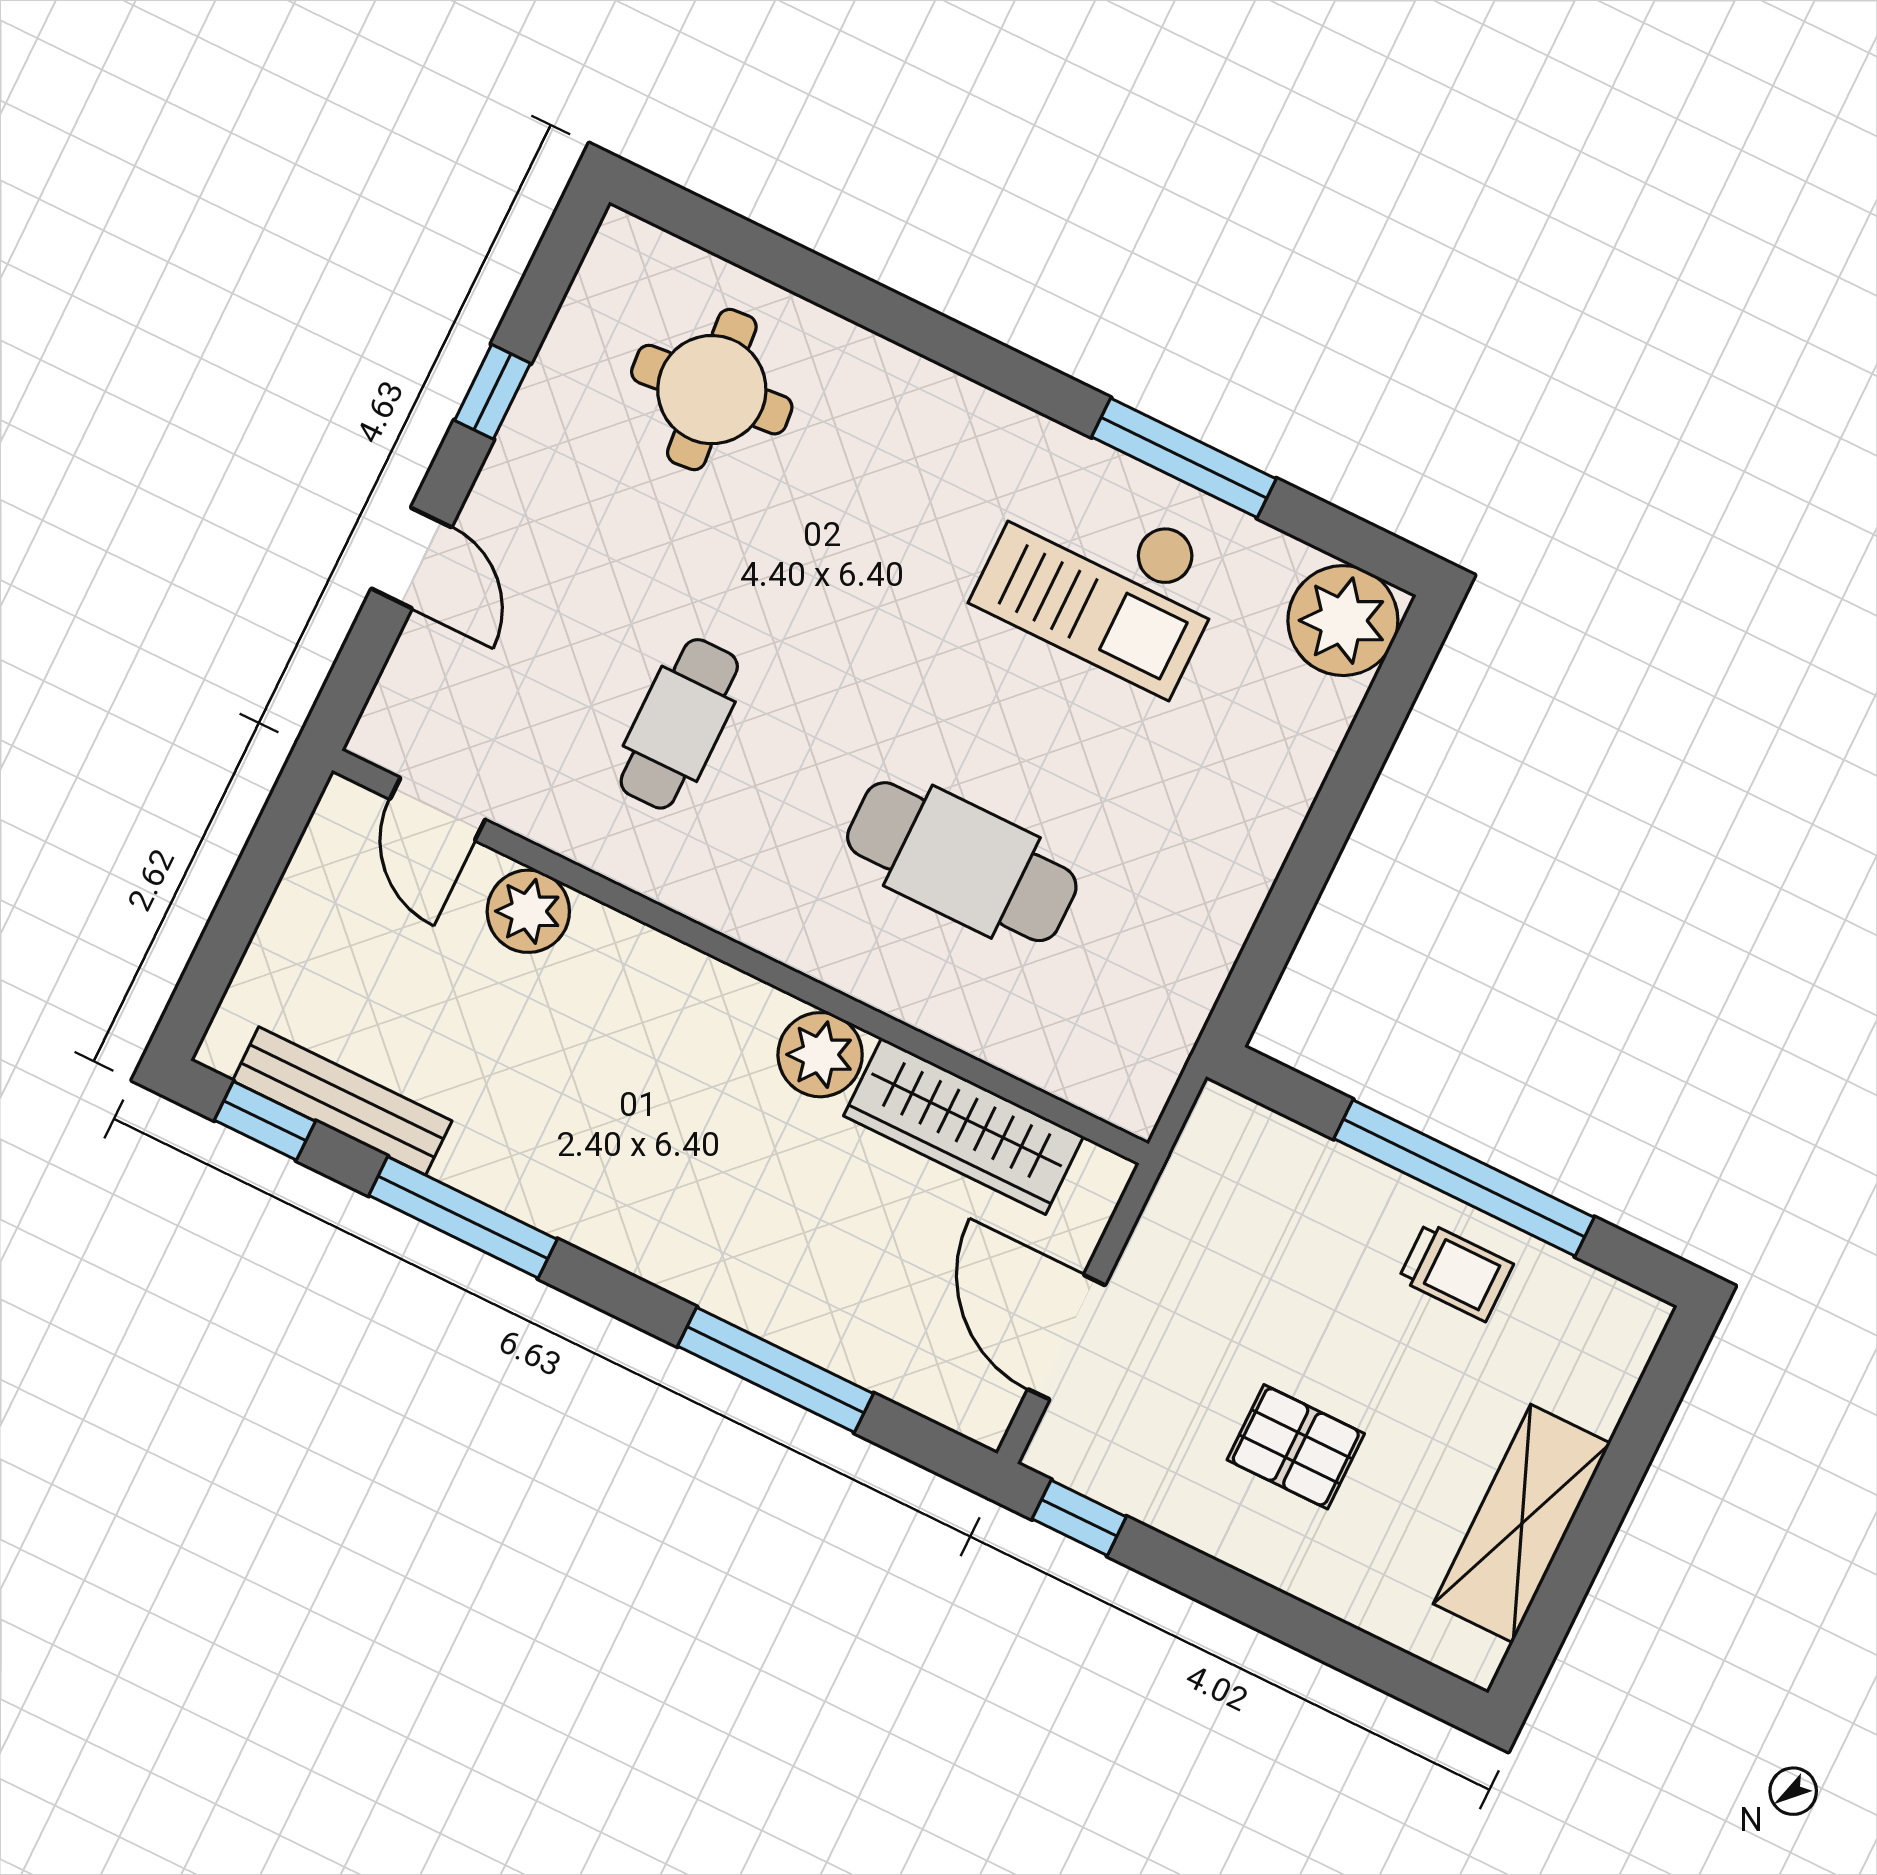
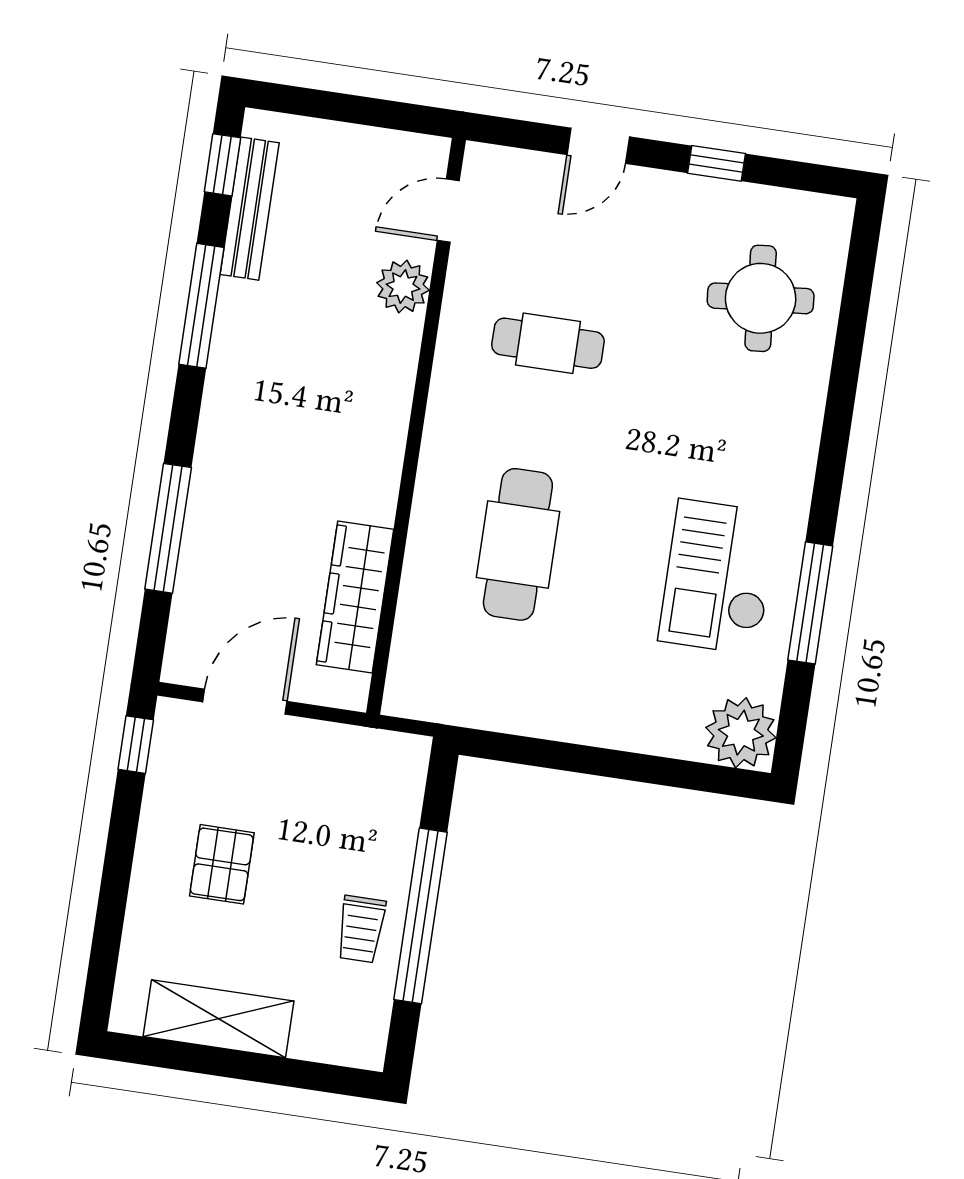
plant: (820, 1055) -> (371, 495), removed

